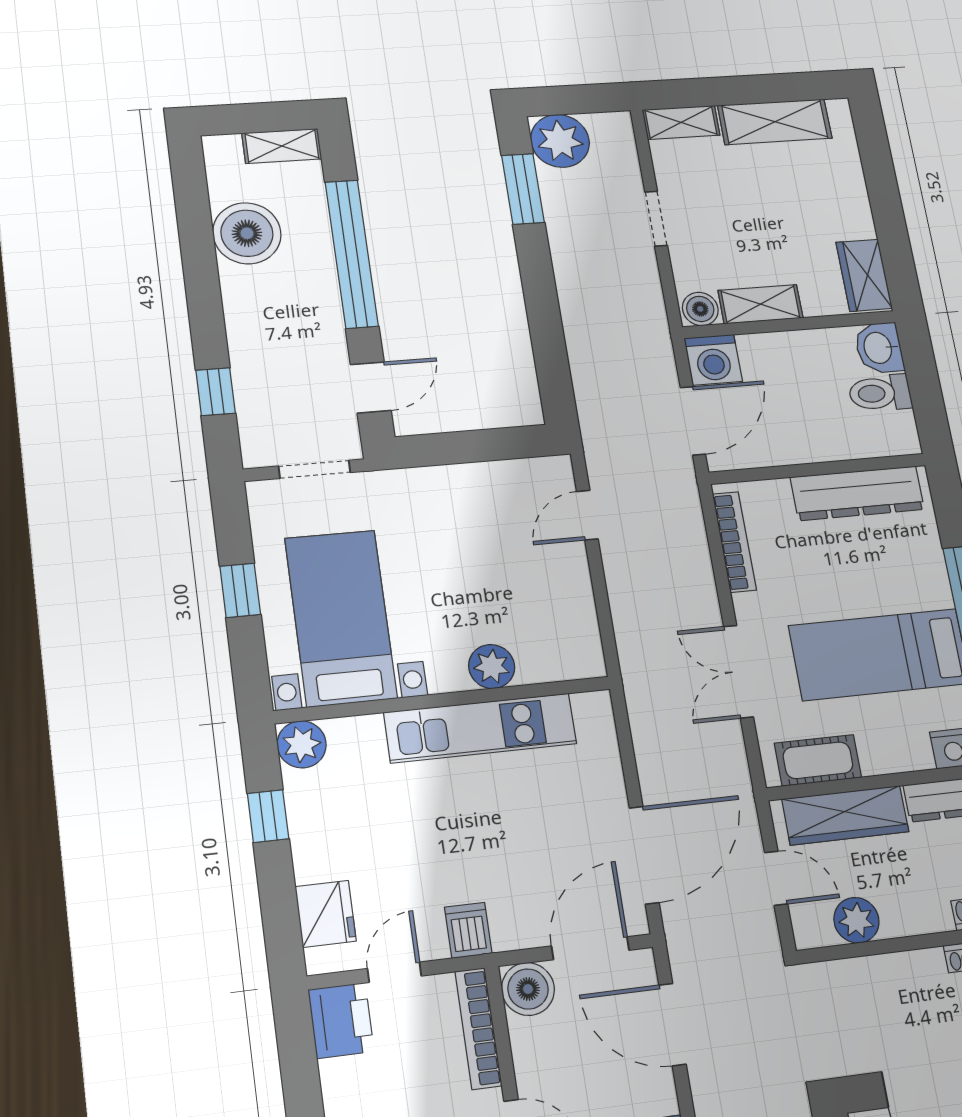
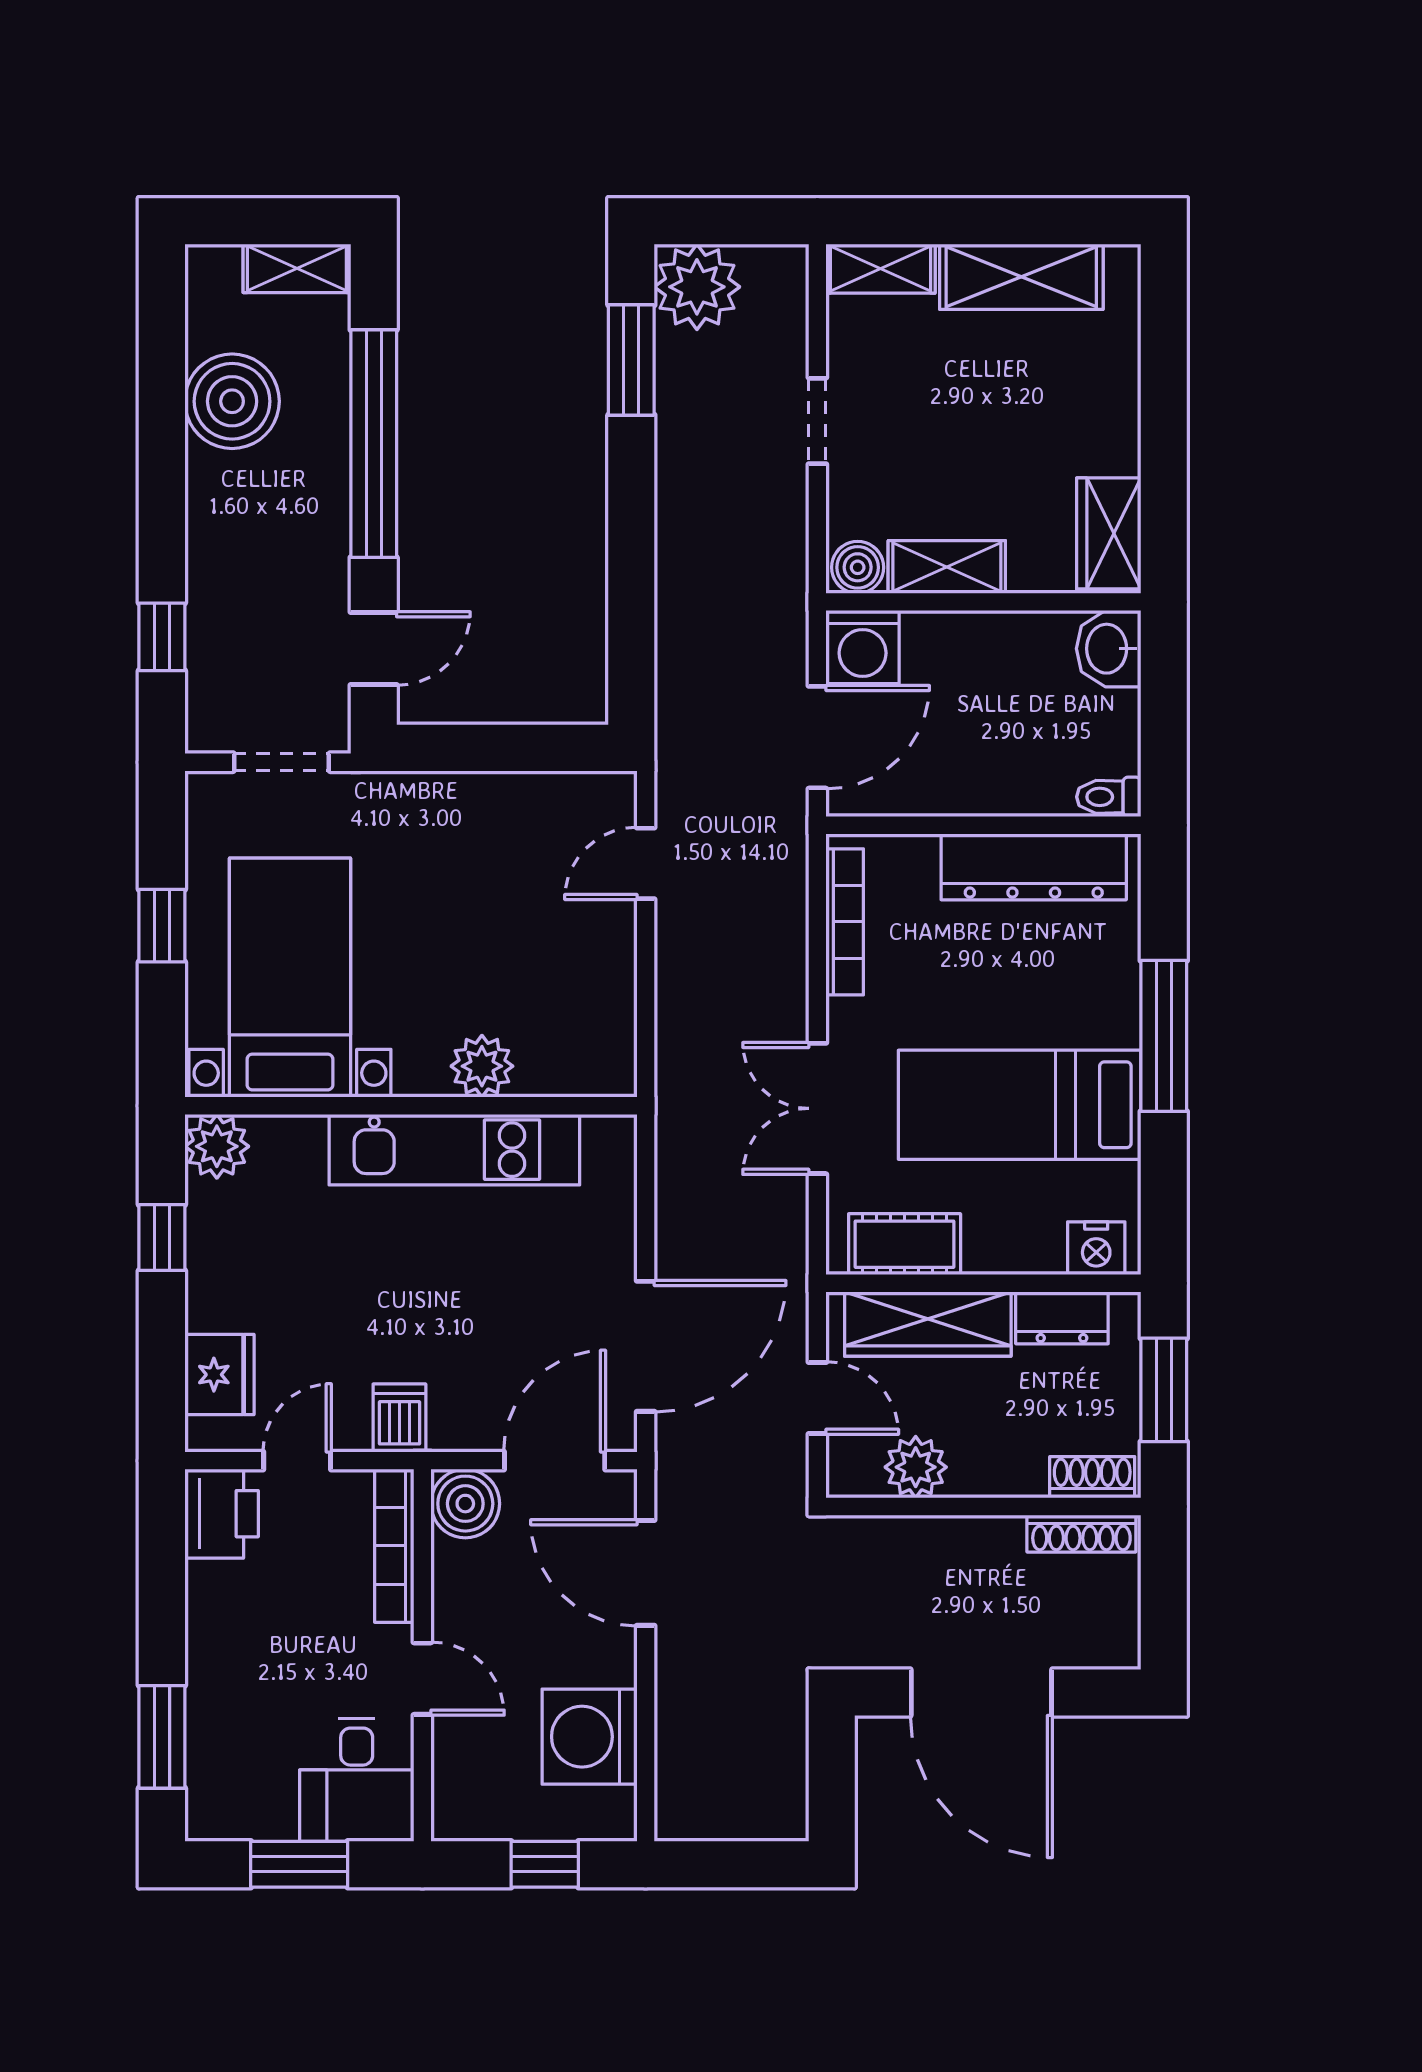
toilet: (880, 393) -> (1109, 797), moved, width x0.73, depth x0.72

